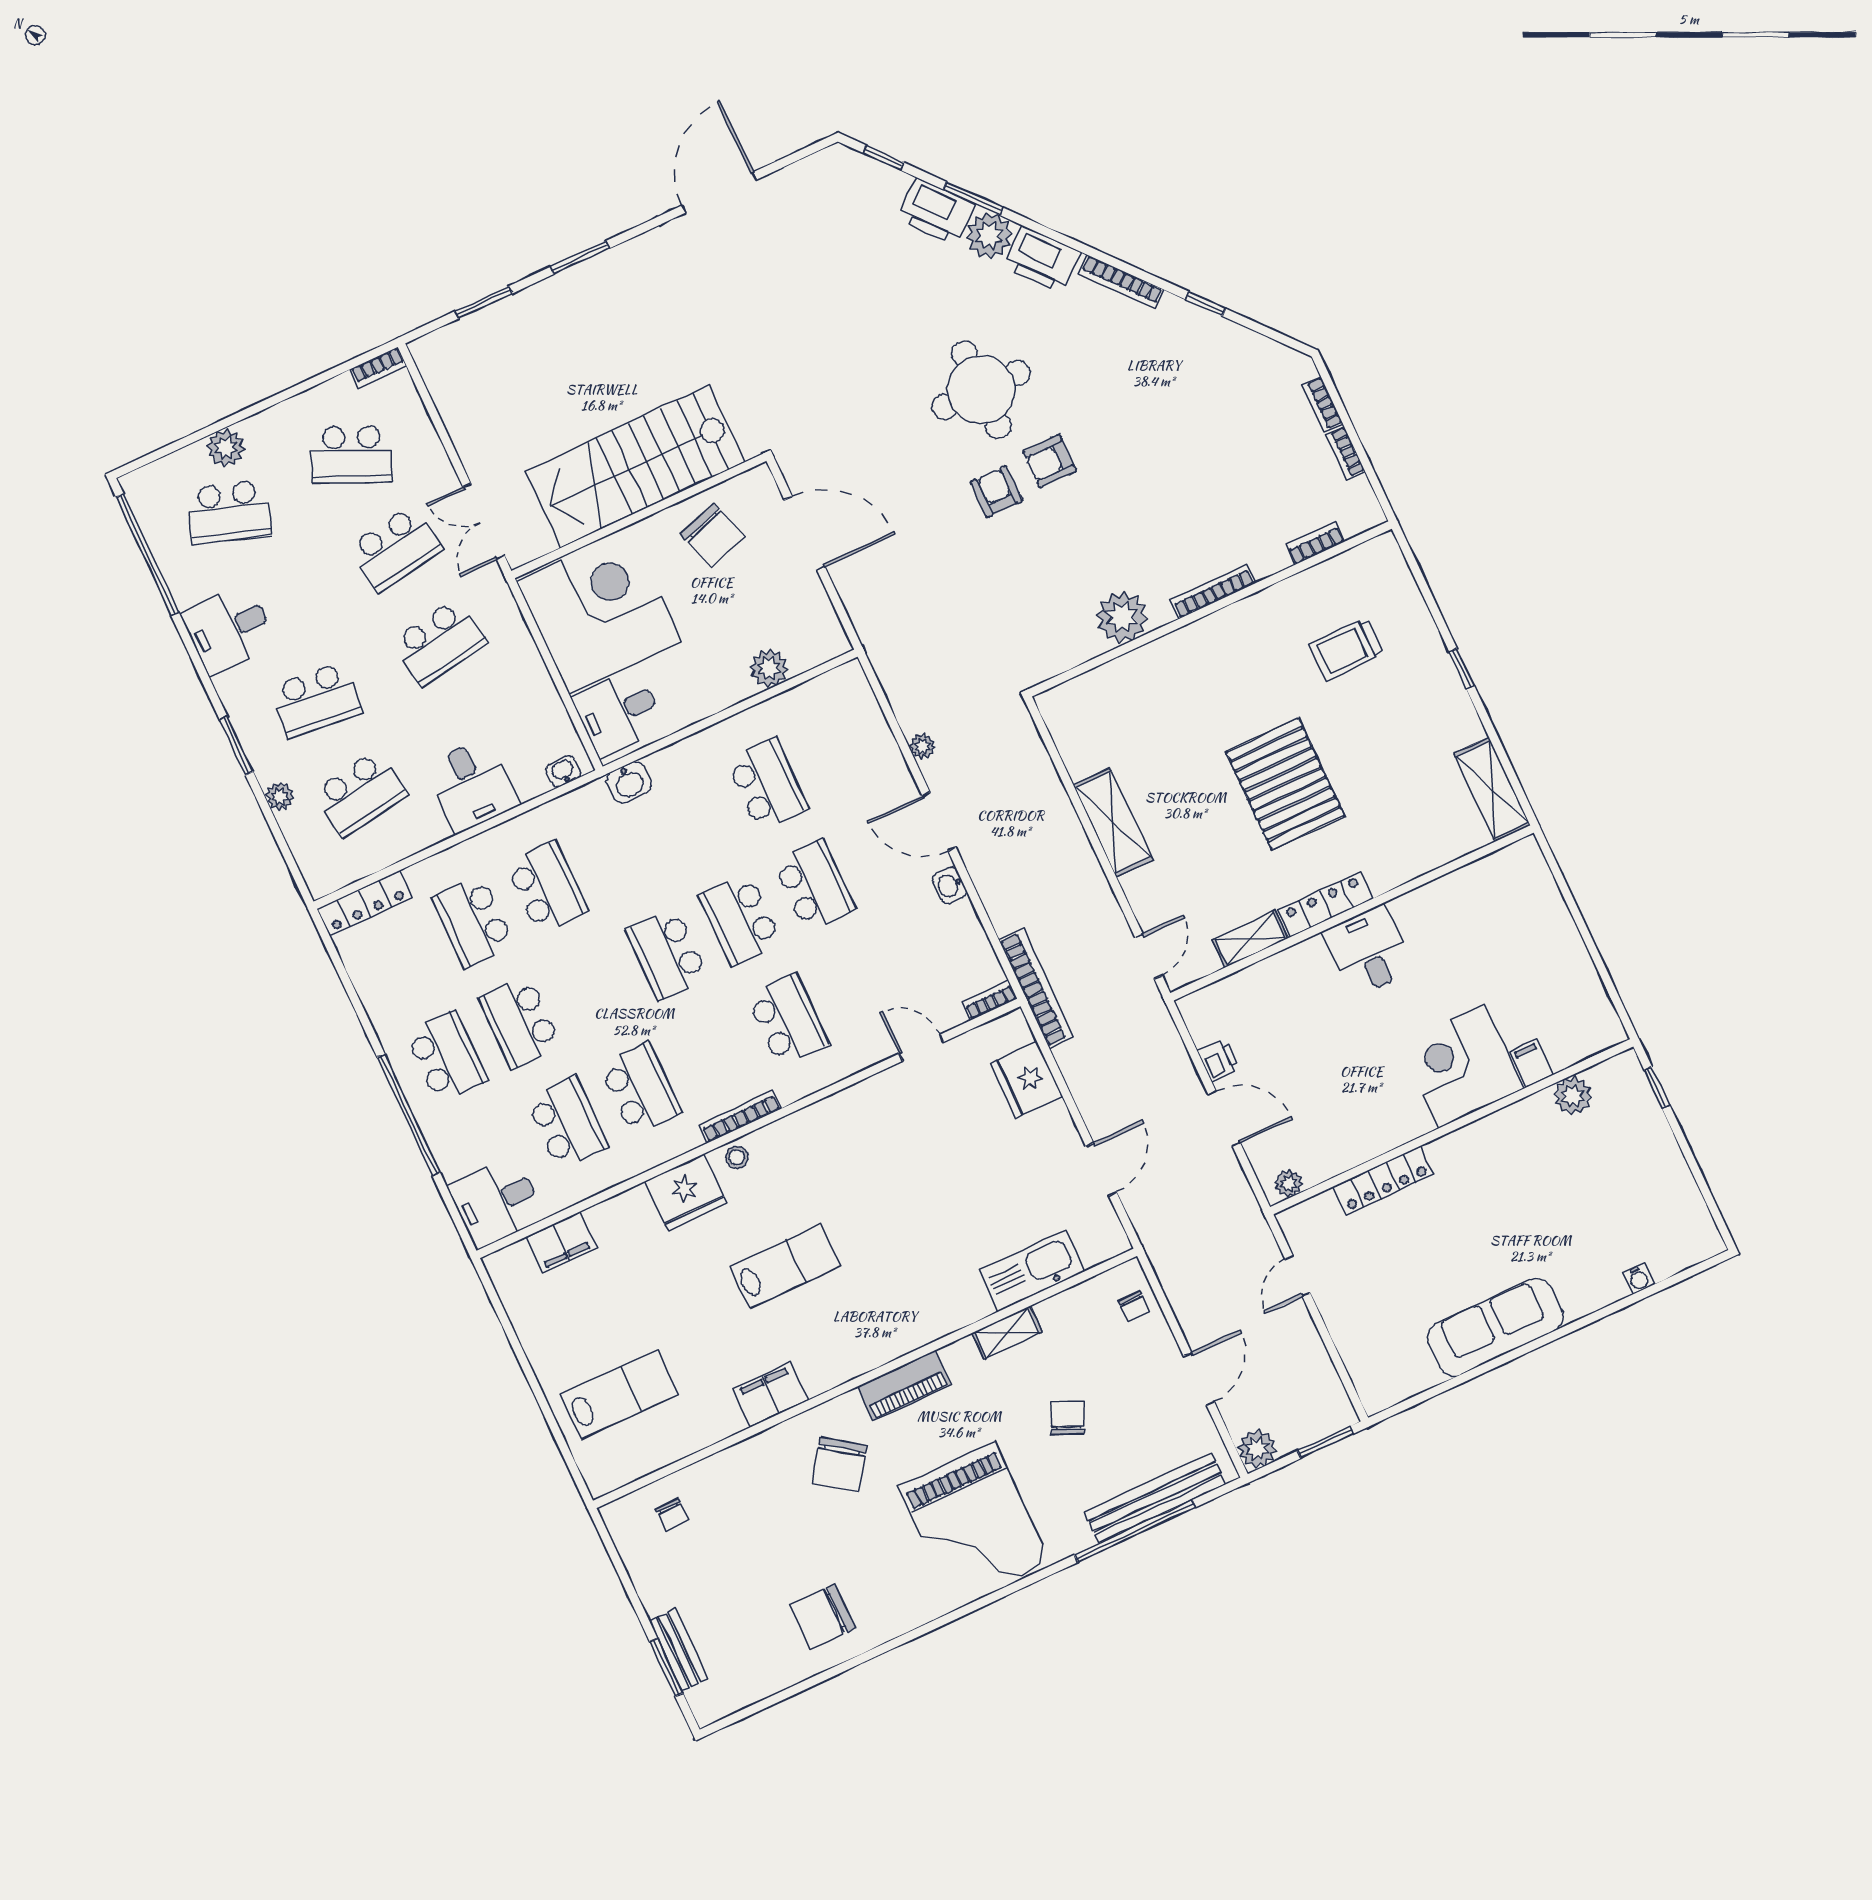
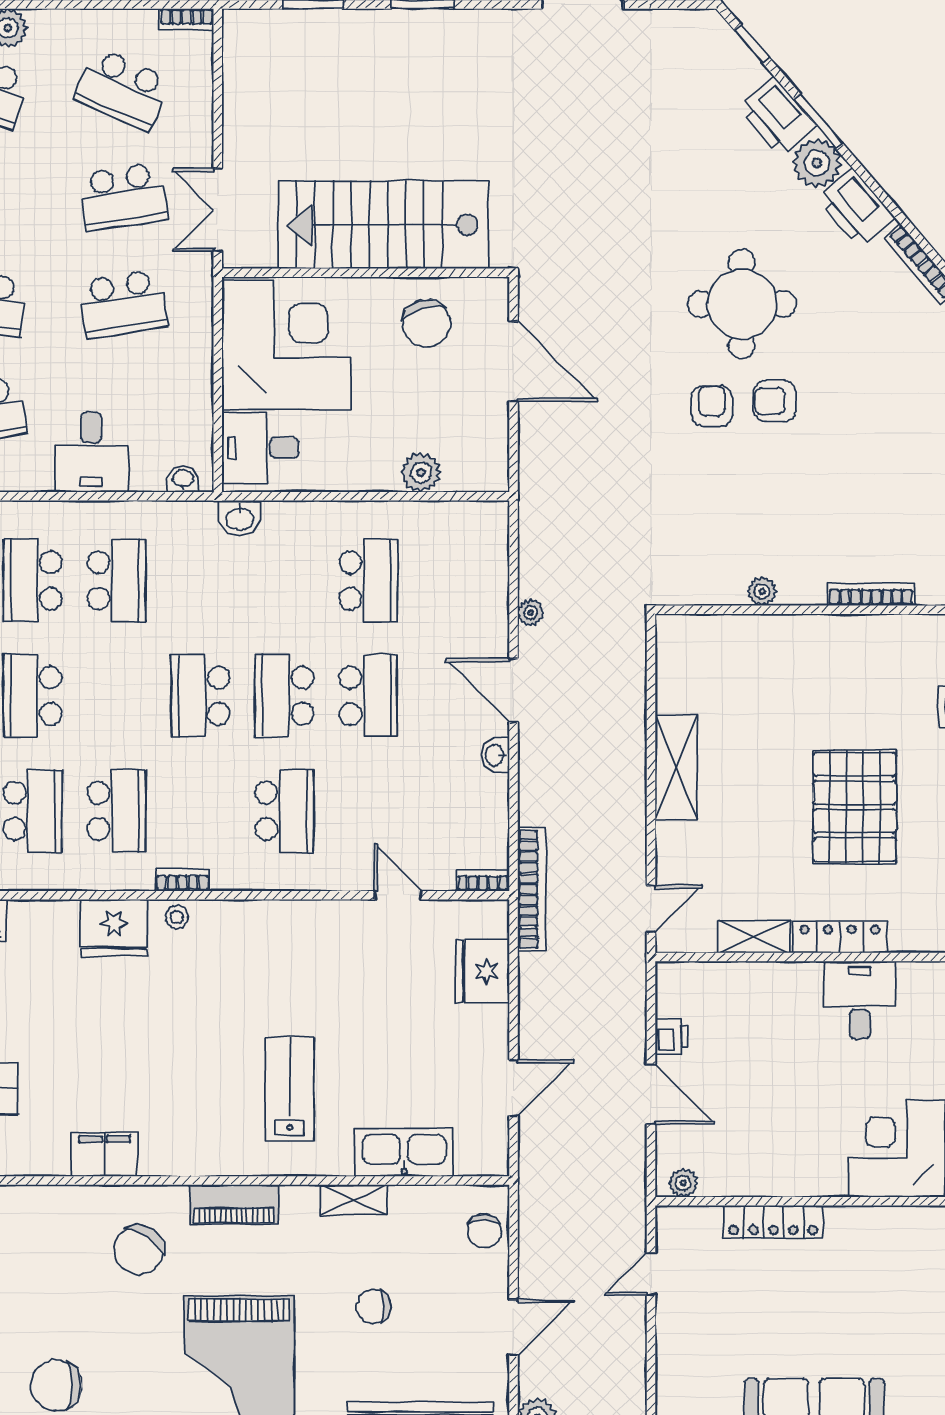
plant: (1122, 617) -> (762, 591), width x0.53, depth x0.53
bookcase: (740, 1116) -> (182, 880), width x0.64
lab bench: (785, 1266) -> (290, 1089), moved, turned -90
chair: (1134, 1306) -> (484, 1231), width x1.37, depth x1.37
chair: (1068, 1418) -> (373, 1306), turned -114

